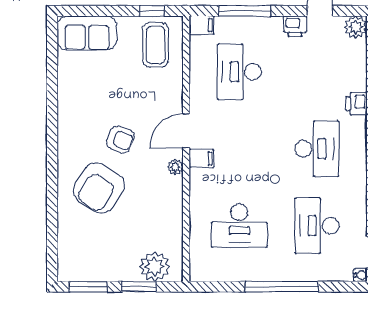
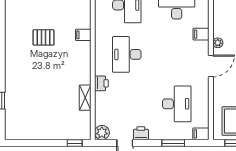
window: (245, 11) -> (173, 143), width x0.69
filing cabinet: (201, 159) -> (201, 34), moved

